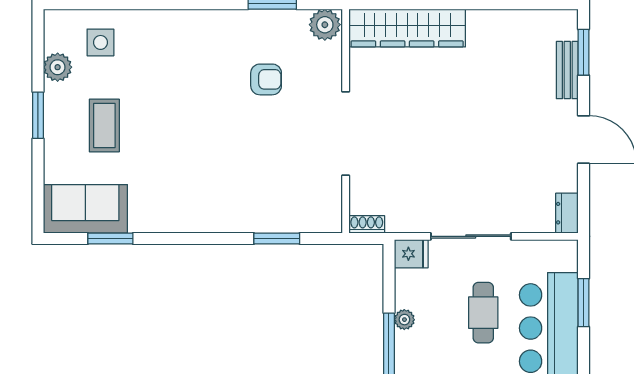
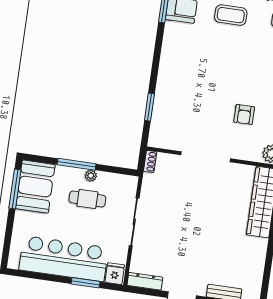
dresser: (567, 213) -> (145, 281), width x1.44
fridge: (411, 254) -> (115, 274), moved, turned 180
cafe table: (483, 313) -> (87, 199), moved

